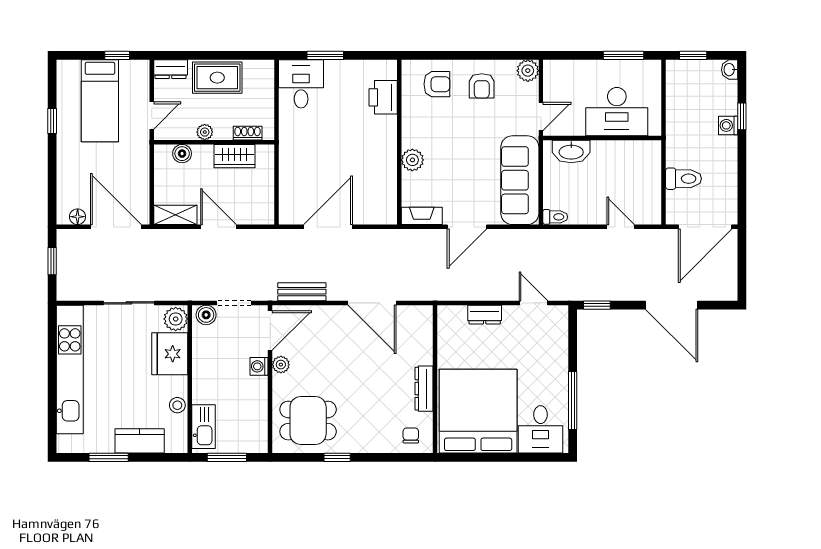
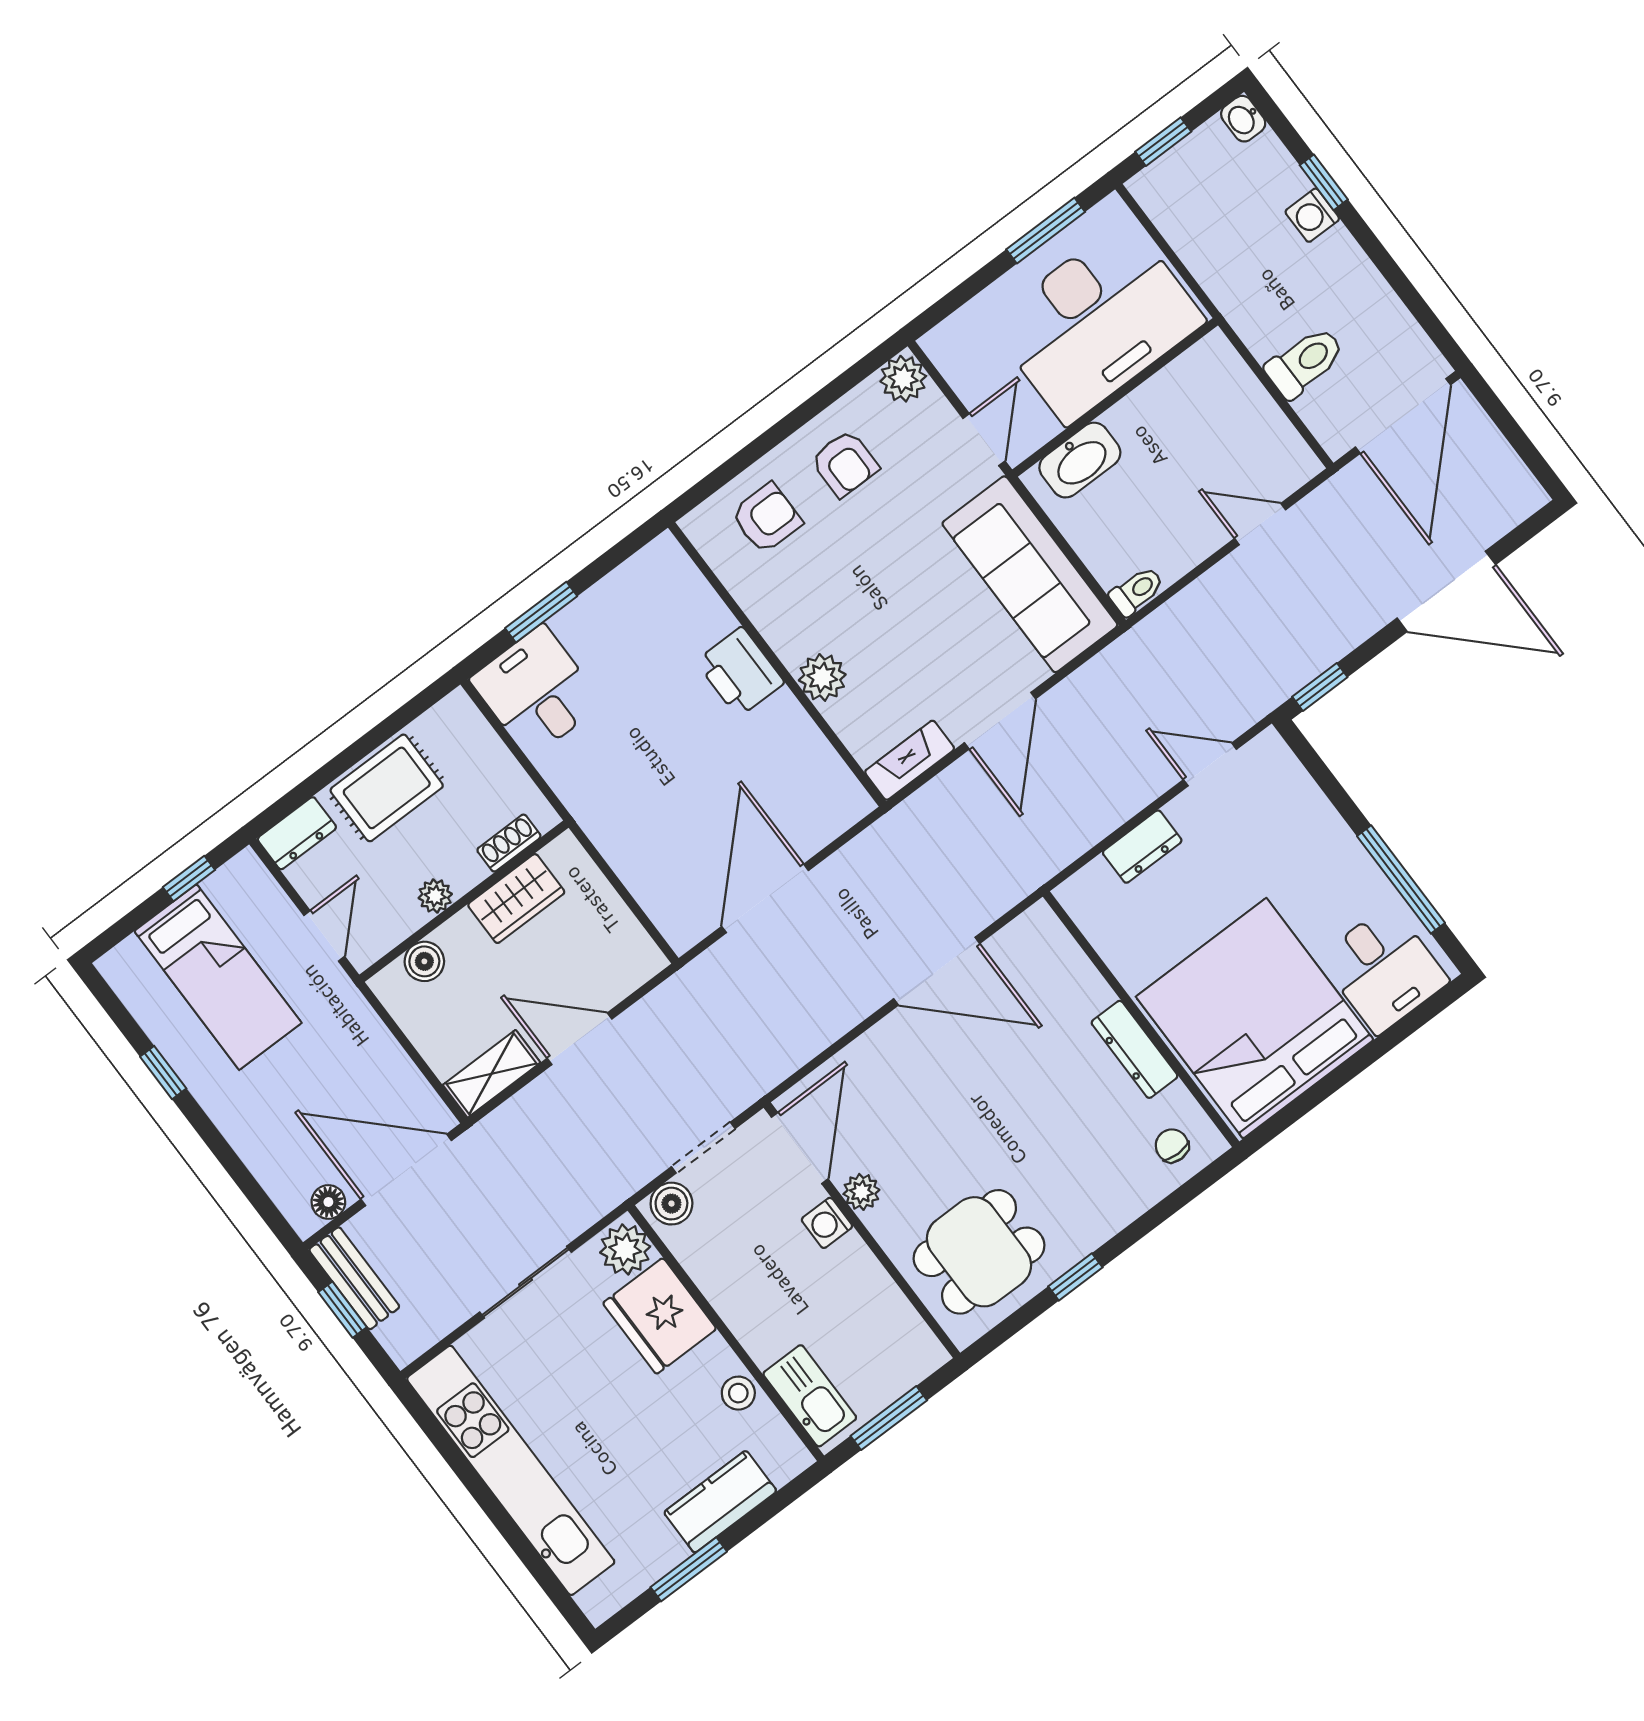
printer: (383, 97) -> (740, 672), moved
desk: (617, 112) -> (1097, 322), width x1.36, depth x1.30
bench: (302, 292) -> (354, 1278), moved, turned 90

